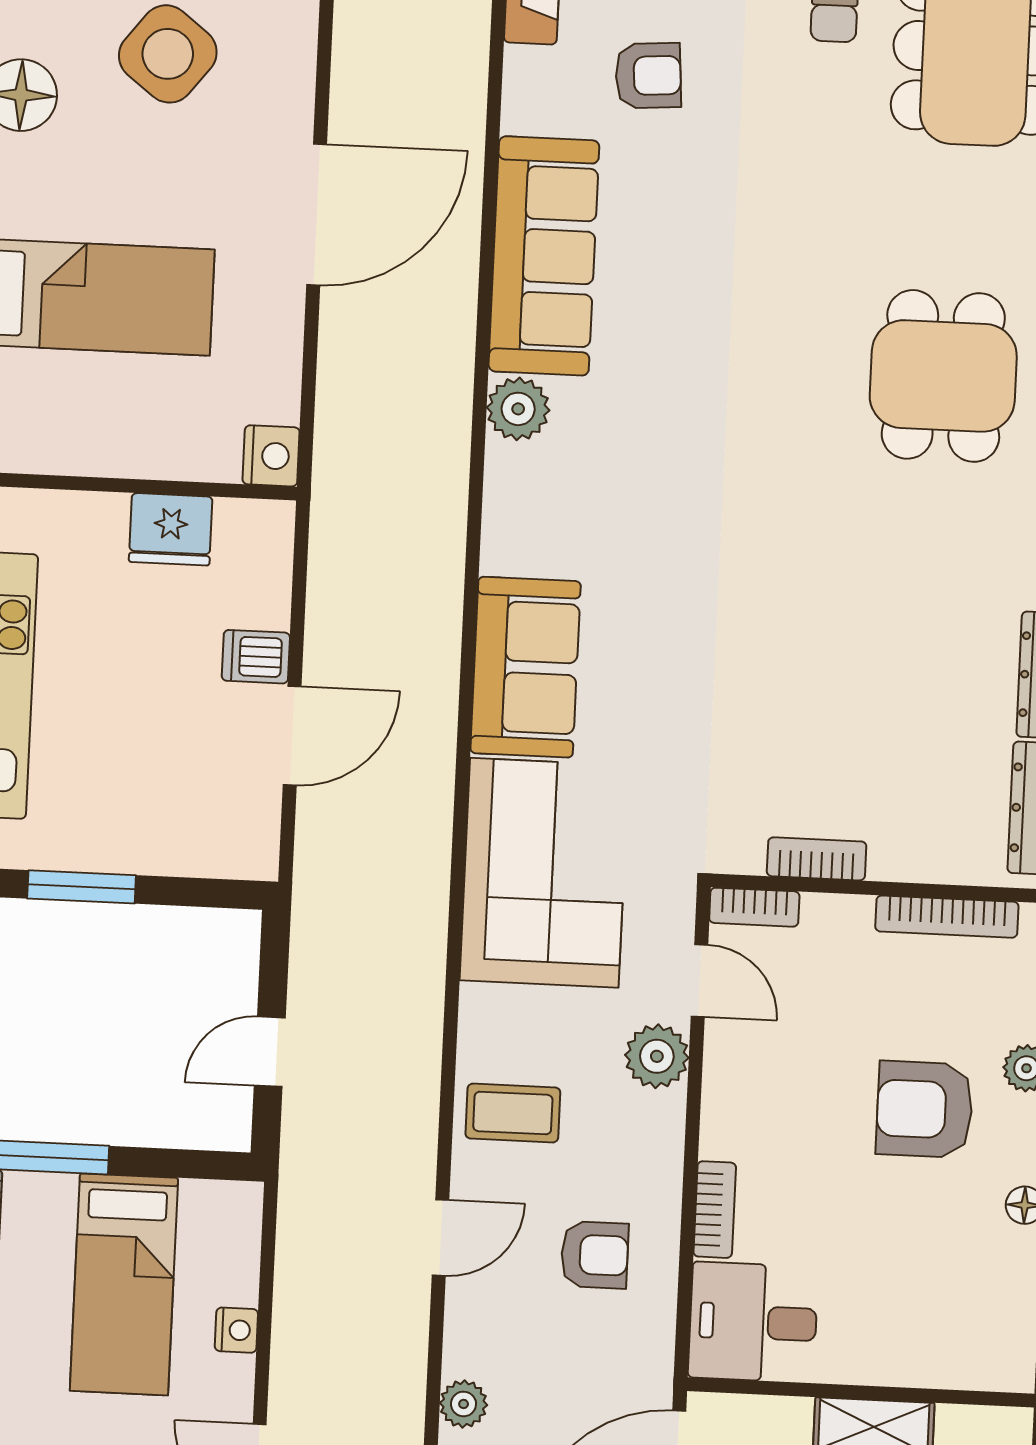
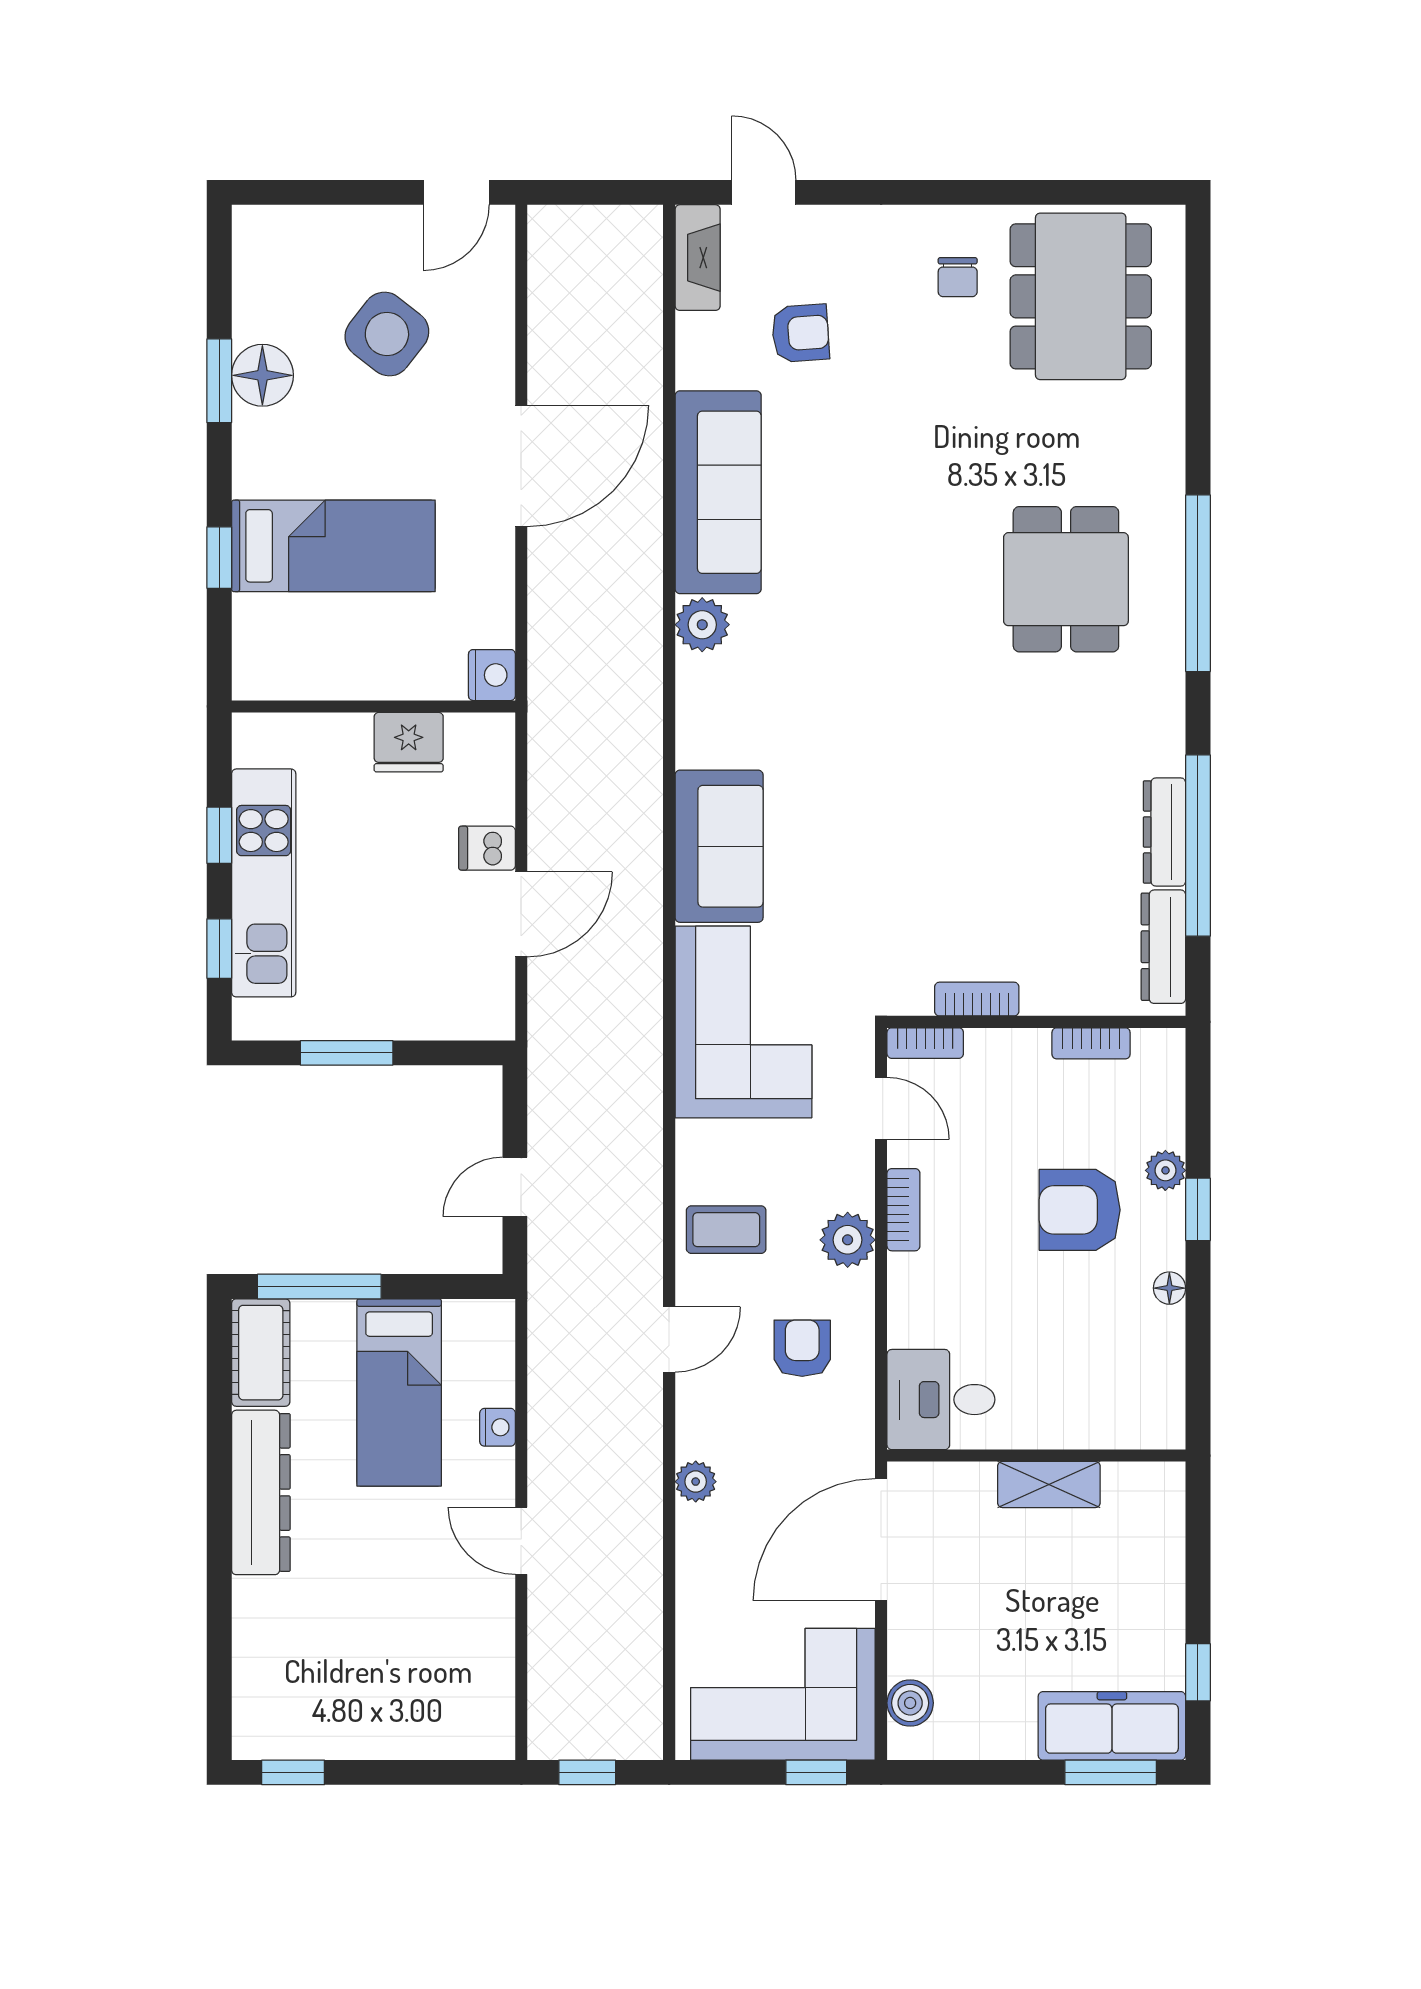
bookcase: (947, 917) -> (1091, 1043), width x0.64
plant: (657, 1056) -> (848, 1240), moved
bookcase: (715, 1210) -> (903, 1210), moved
armchair: (595, 1255) -> (802, 1348), turned -90

